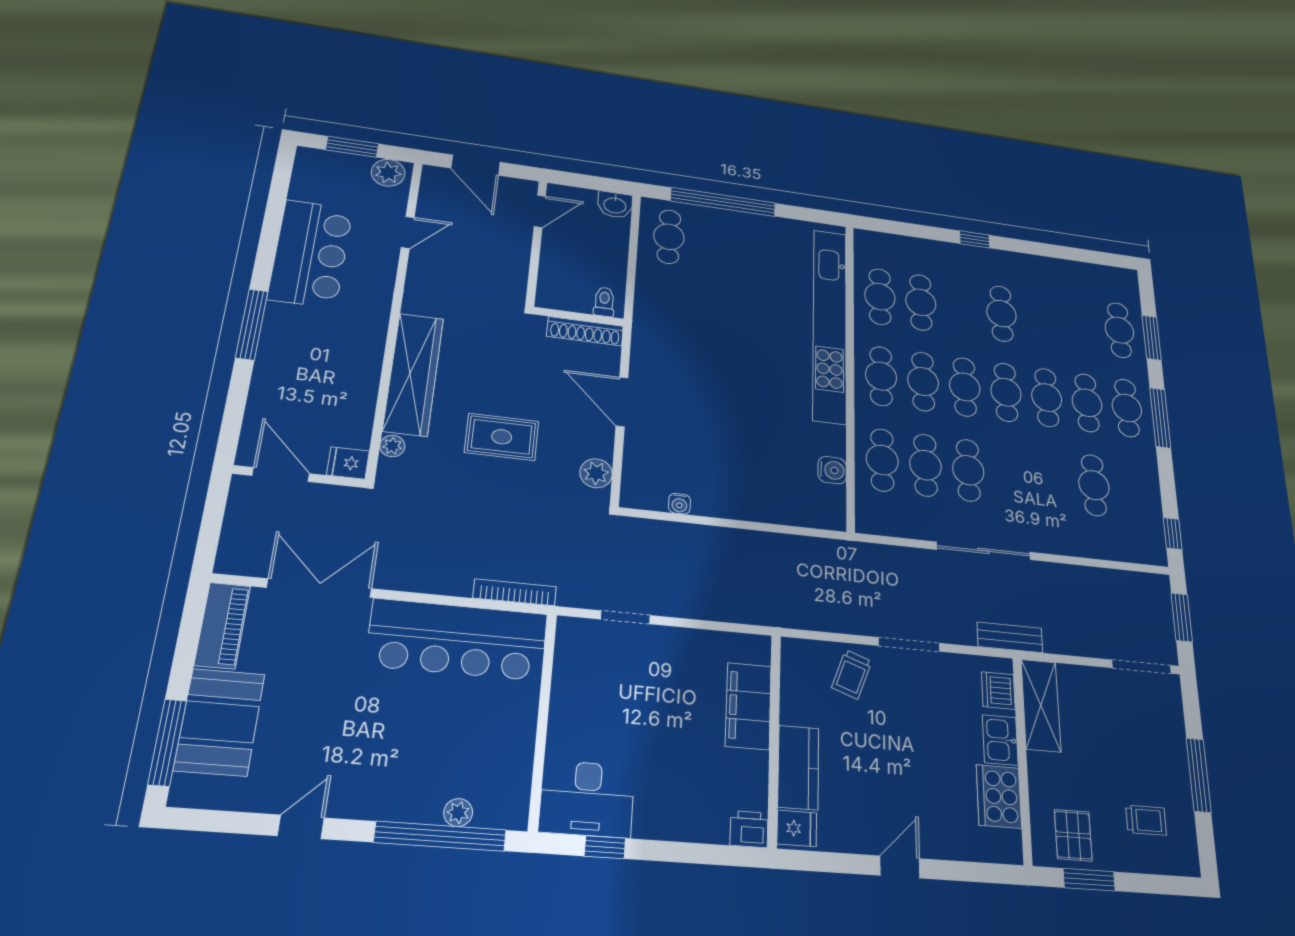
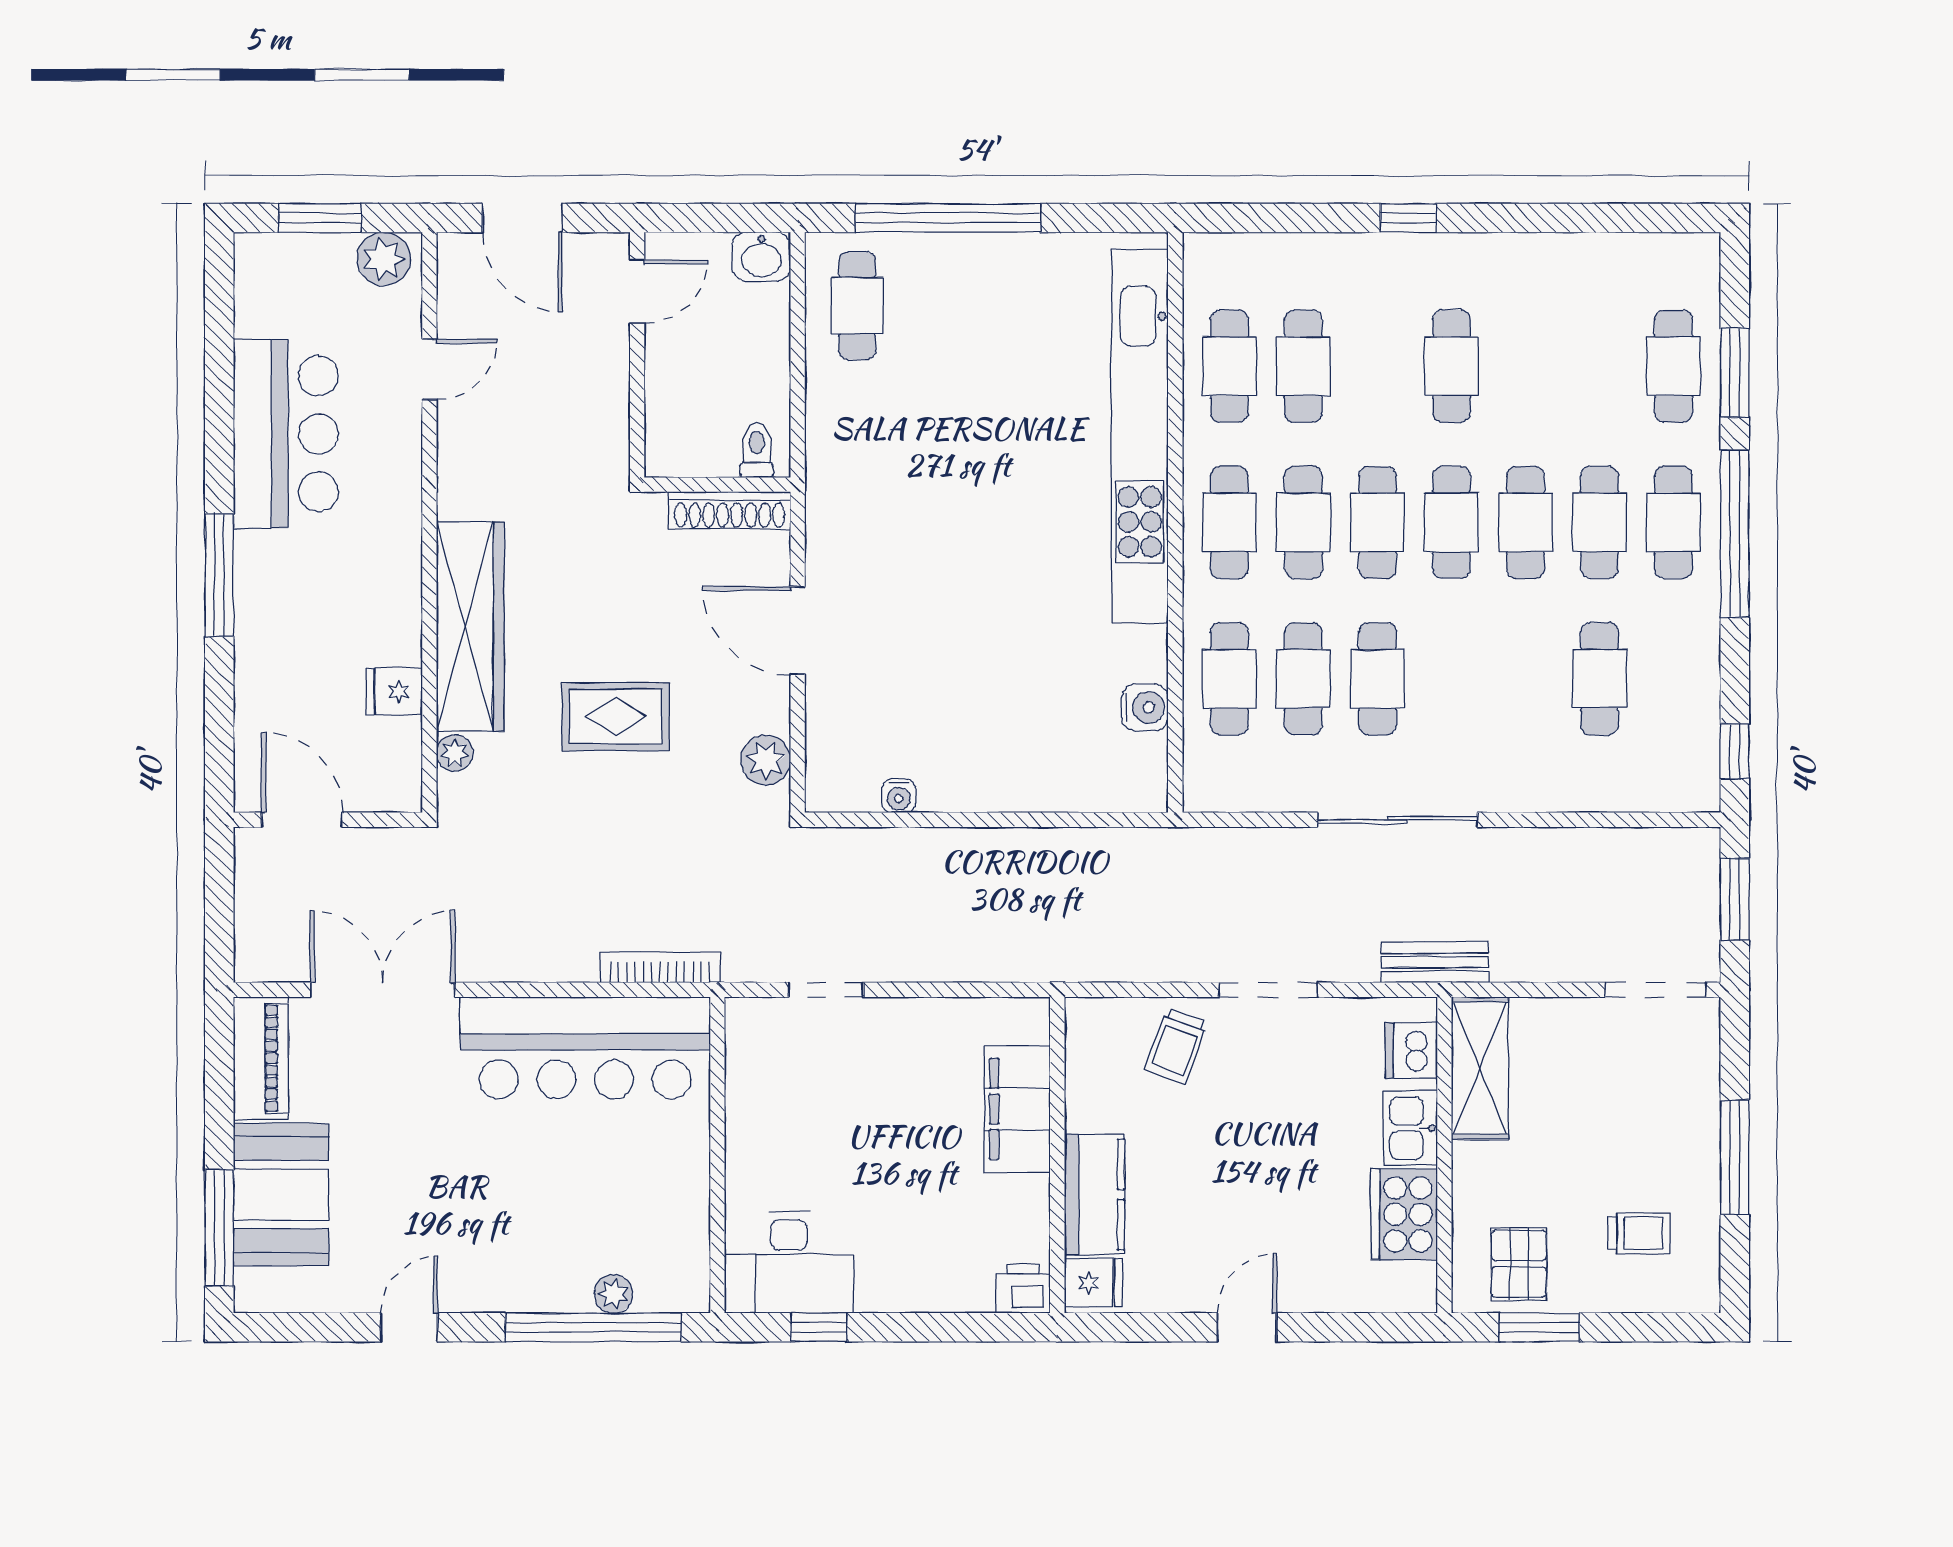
window: (1160, 418) -> (1735, 534), width x1.46
fridge: (348, 463) -> (394, 691), moved

